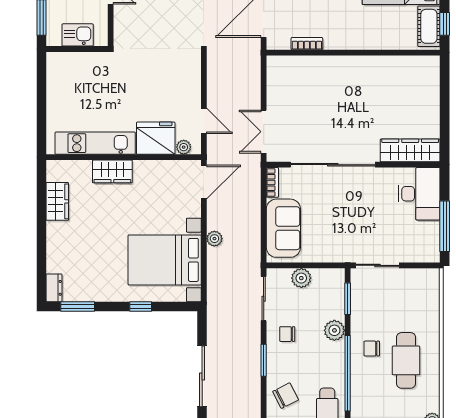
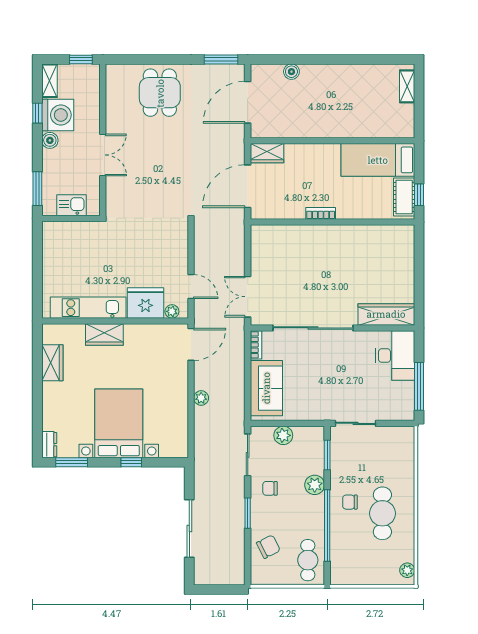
bookcase: (307, 44) -> (321, 213), moved
bed with nightstands: (165, 260) -> (119, 423), moved, turned 90

